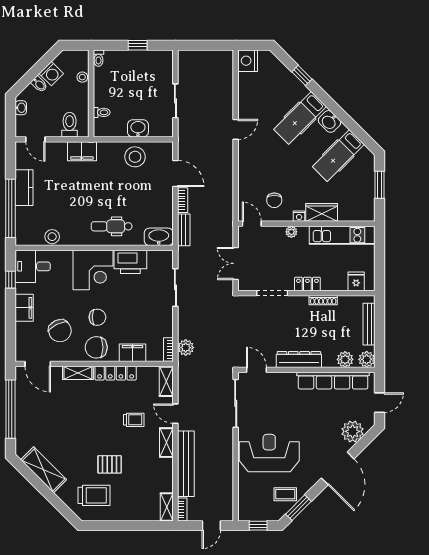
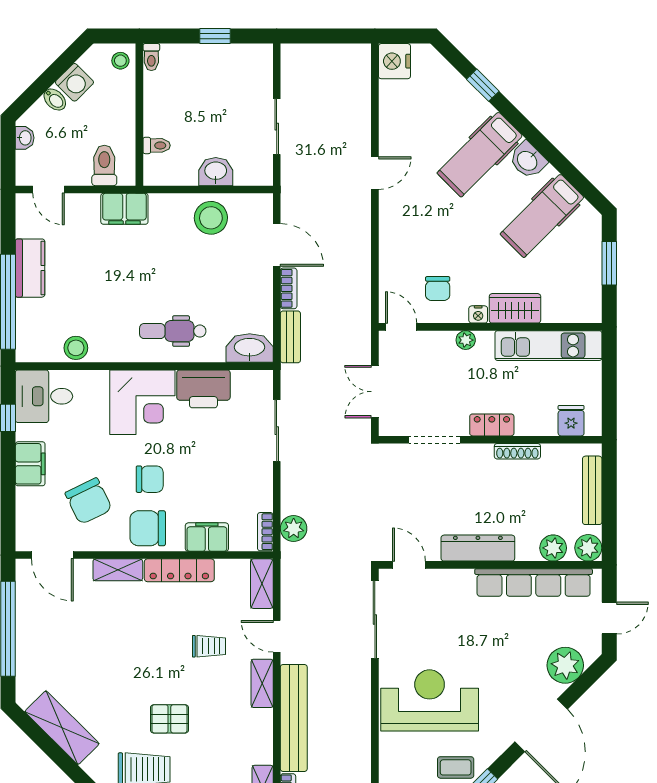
stool: (82, 77) -> (120, 61), moved

